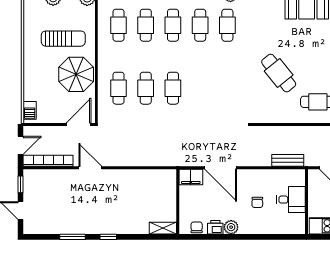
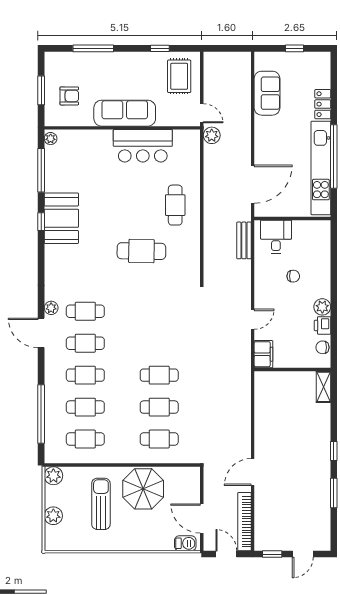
cafe table: (279, 73) -> (141, 251), turned 40
door: (78, 124) -> (202, 519), moved
door: (221, 168) -> (253, 319), width x0.53
desk: (291, 200) -> (276, 237), moved

